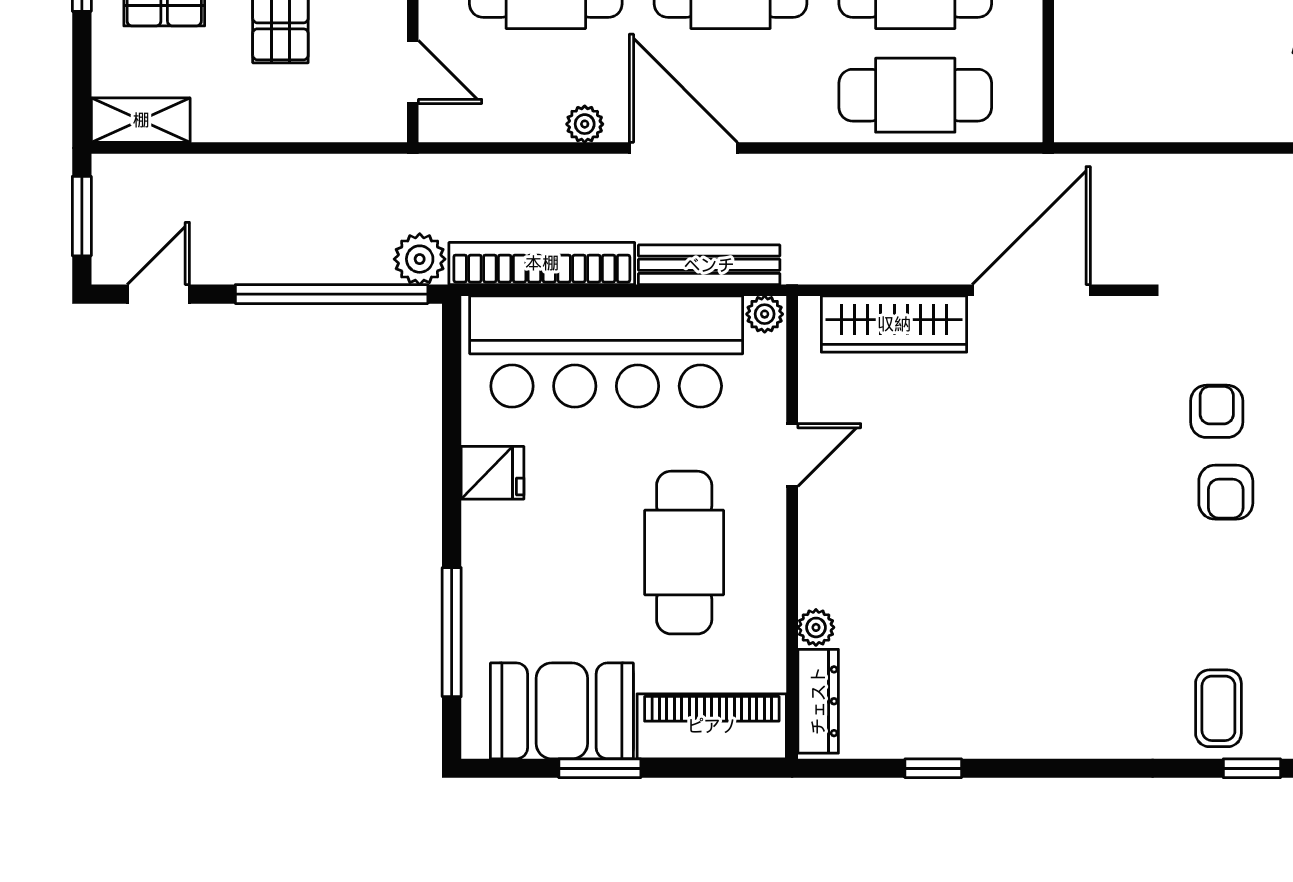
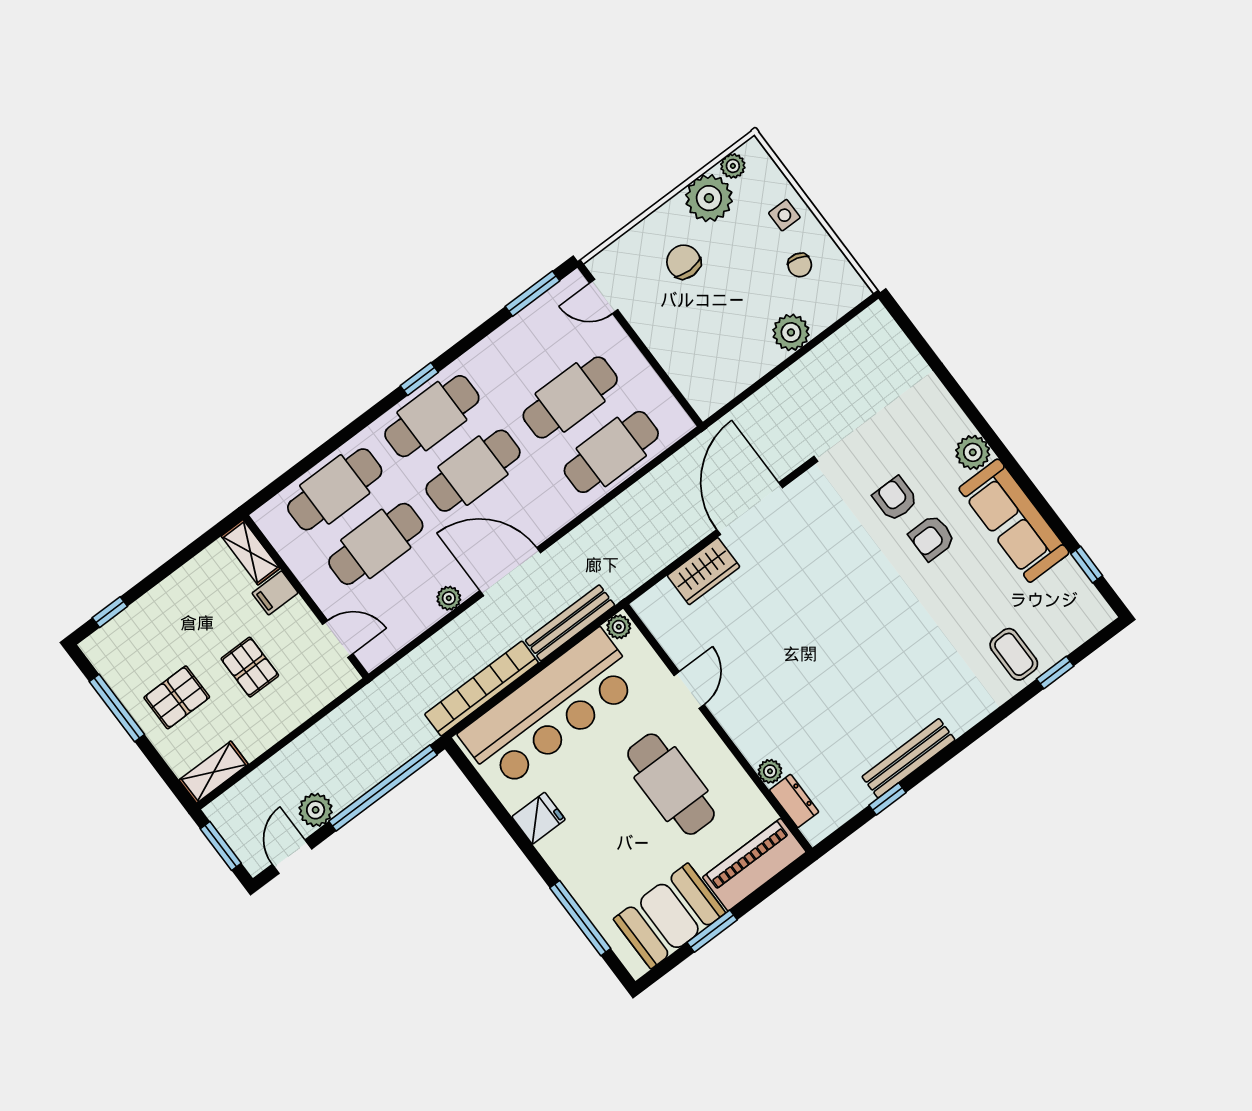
plant: (1242, 114) -> (791, 332), added
plant: (420, 259) -> (316, 810), moved
wardrobe: (894, 324) -> (704, 571), width x0.67
armchair: (1226, 492) -> (932, 538), turned 90
dresser: (818, 701) -> (794, 801), width x0.70
bench: (996, 738) -> (909, 758), added

